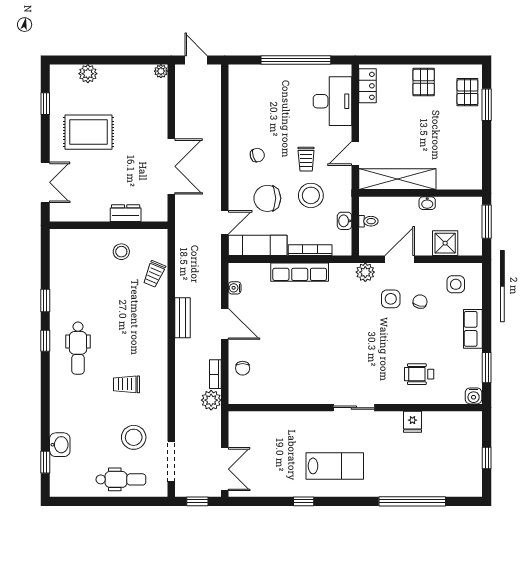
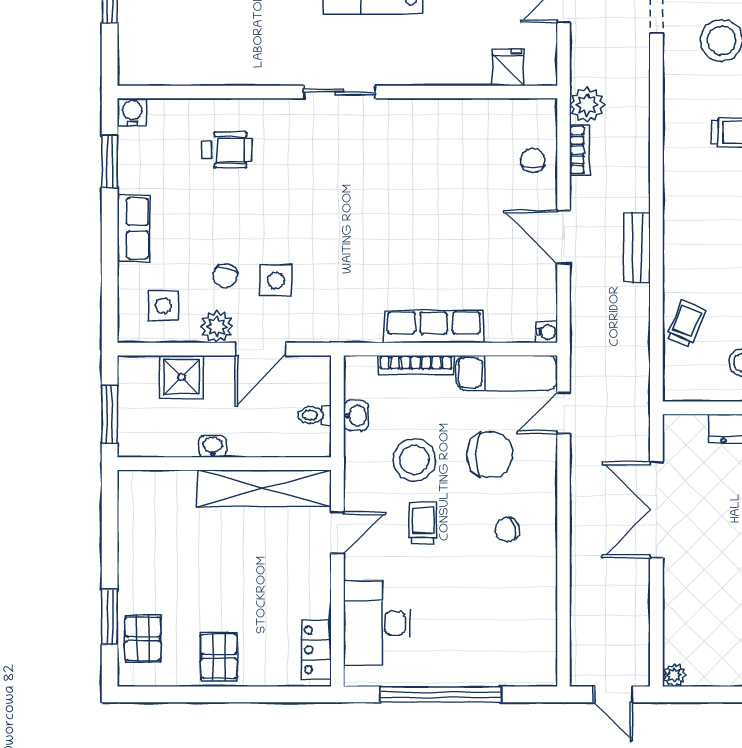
plant: (365, 272) -> (217, 327), moved
water cooler: (235, 288) -> (546, 332), moved
fridge: (412, 422) -> (508, 67), moved

